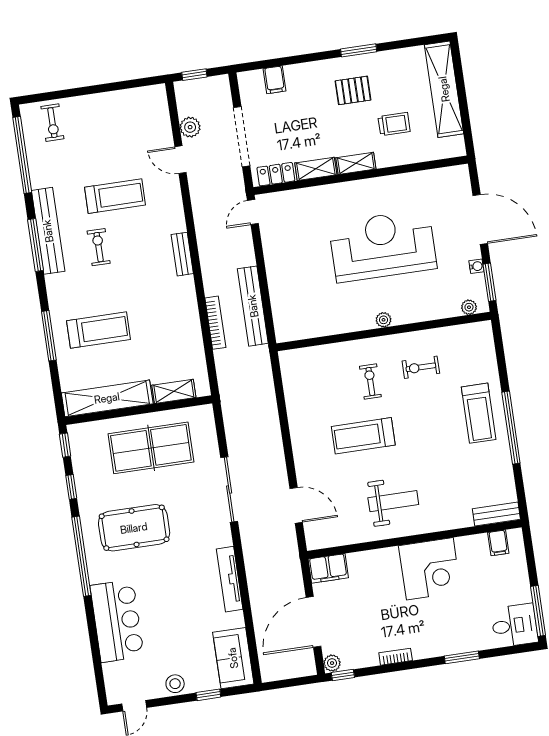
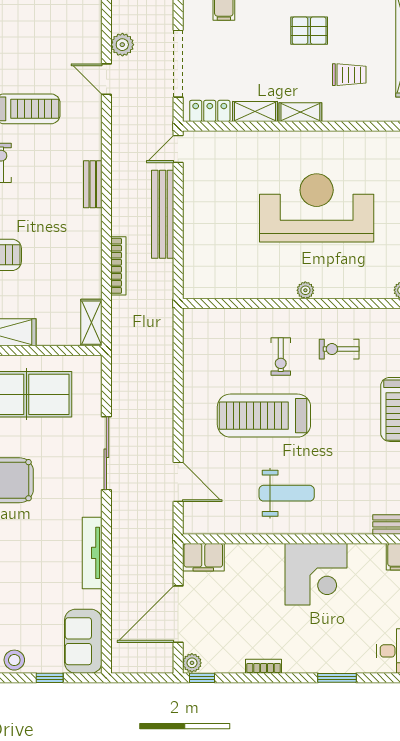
bench: (253, 306) -> (163, 214), moved
exercise bike: (370, 381) -> (281, 357), turned 180
shelving: (174, 391) -> (91, 323), moved, turned 90
treadmill: (363, 436) -> (264, 416), width x1.37, depth x1.38

